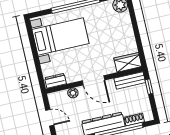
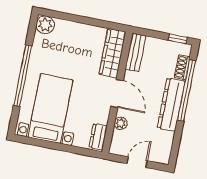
wardrobe: (128, 62) -> (112, 53), width x1.50
door: (93, 80) -> (117, 94), hinge flipped
window: (149, 87) -> (178, 39), moved

